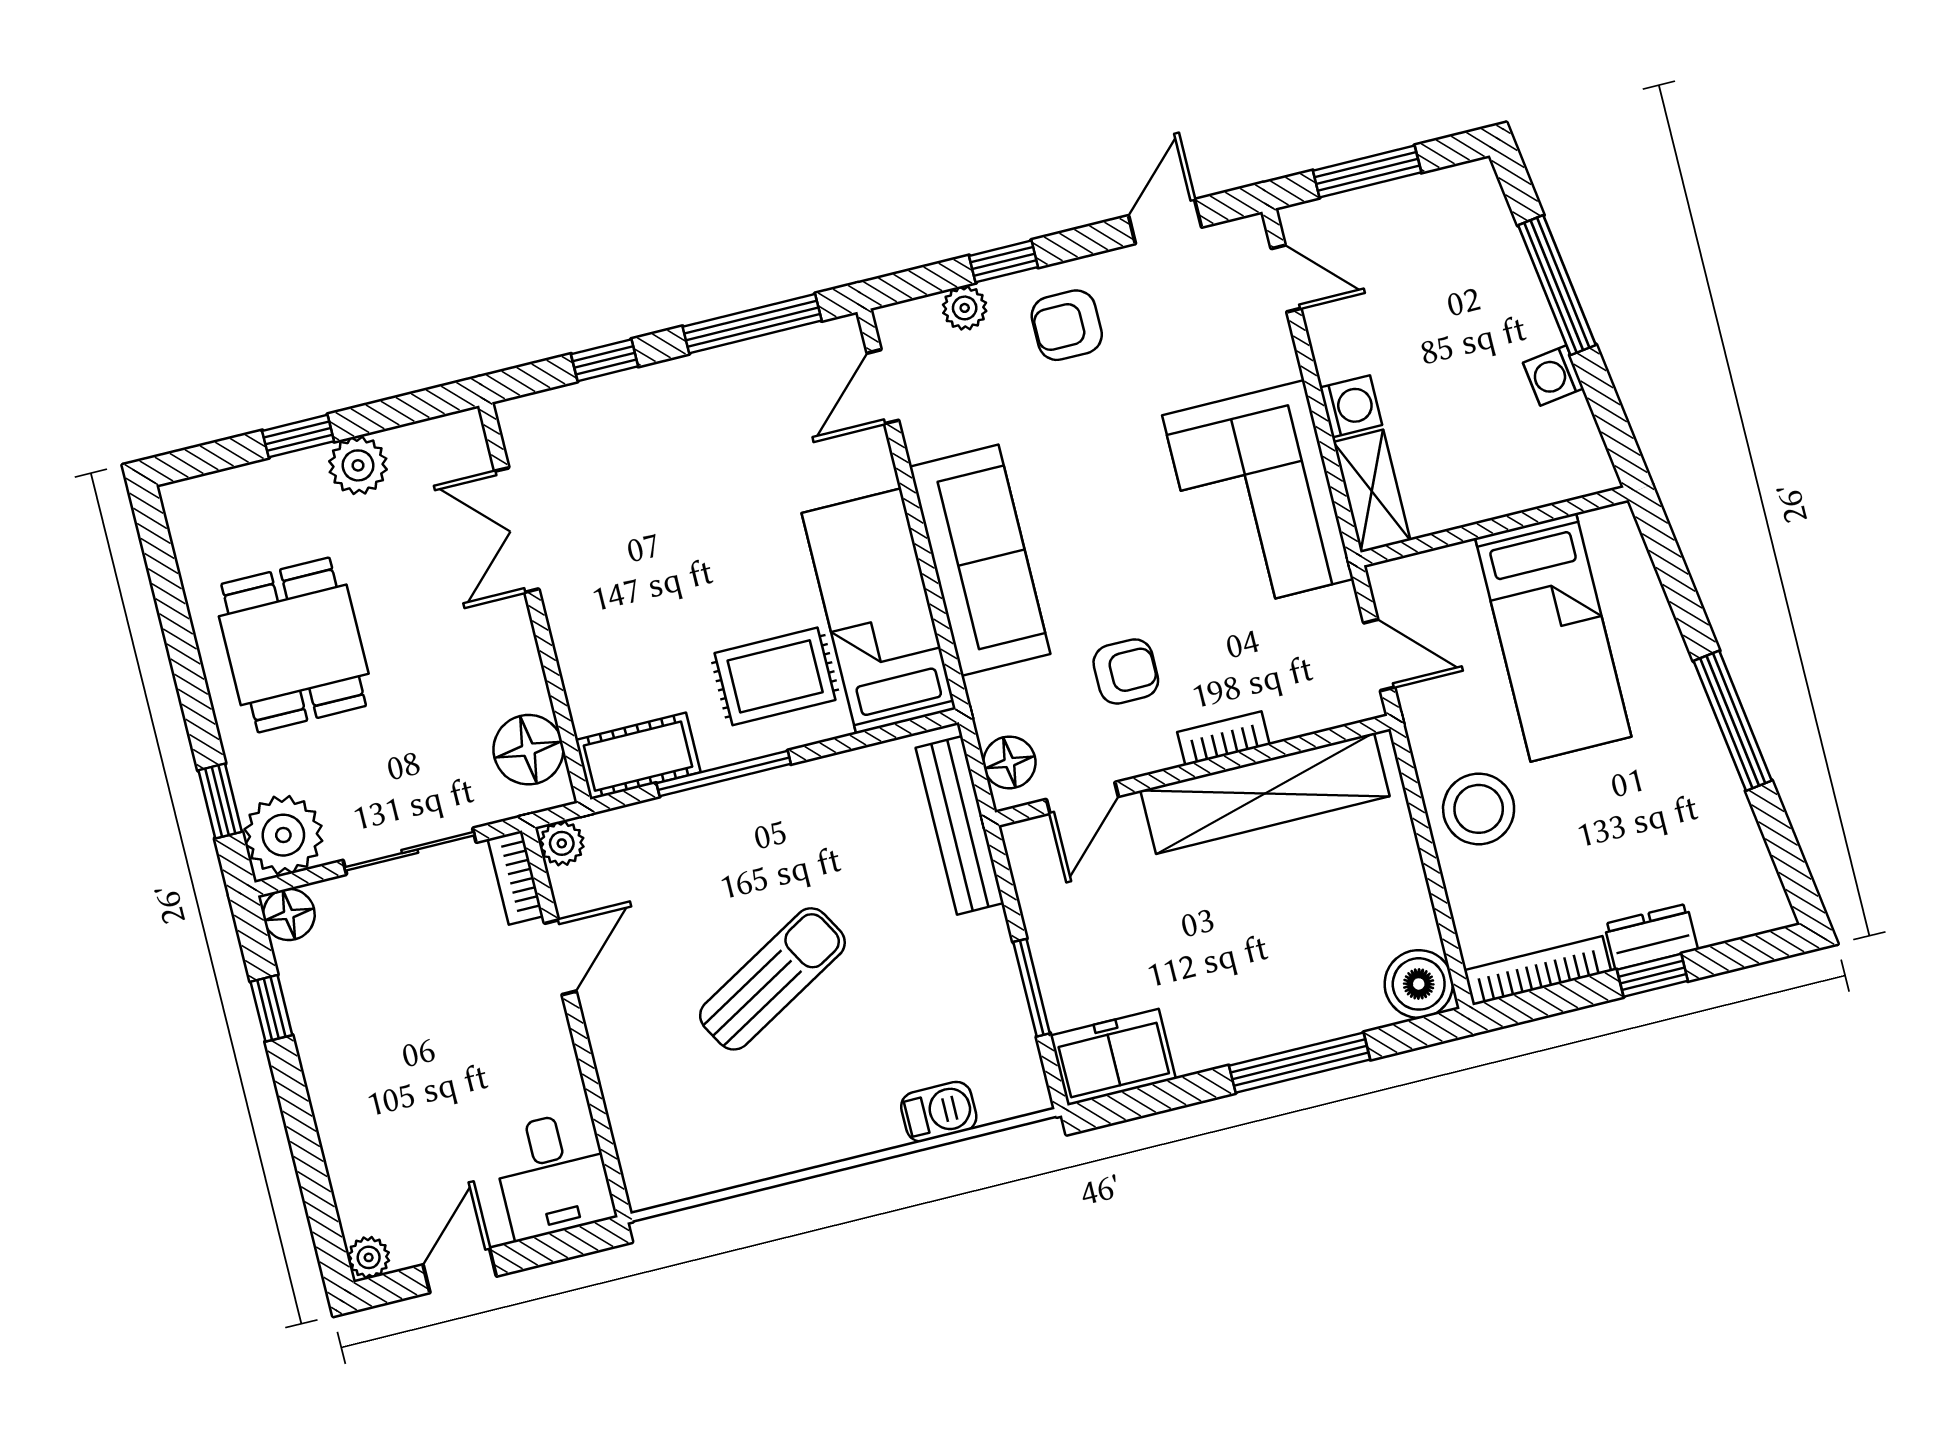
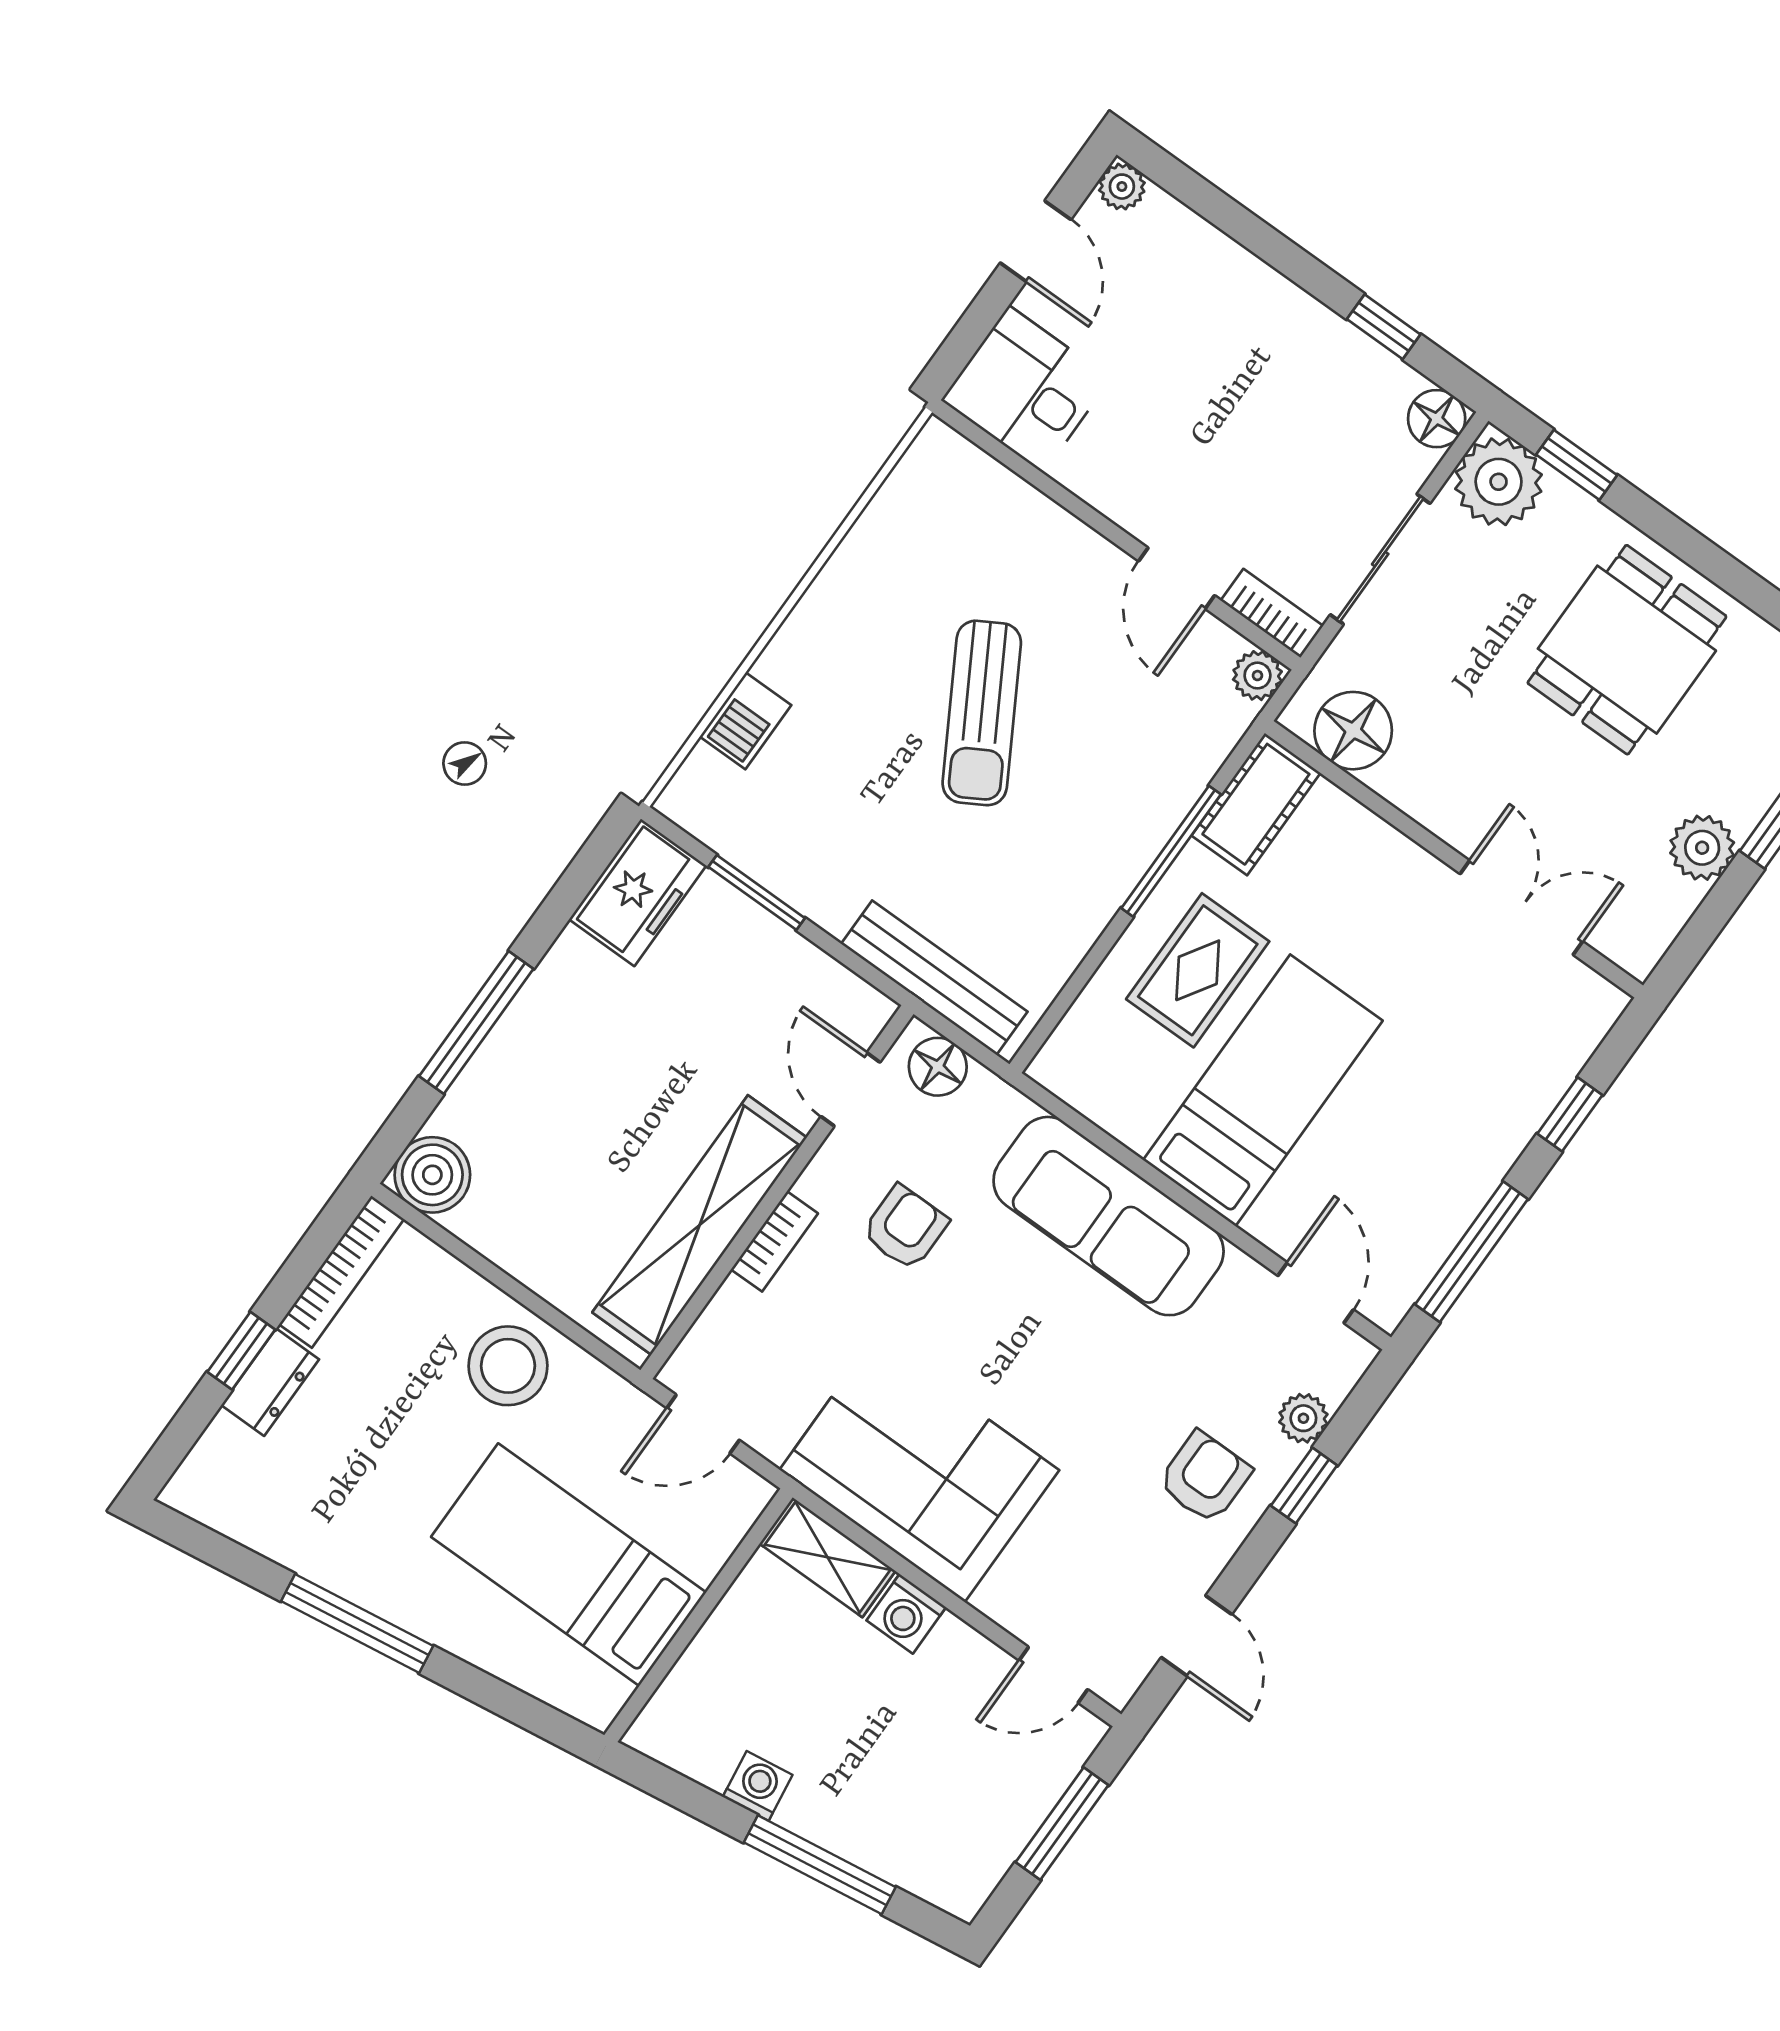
bed: (879, 611) -> (1263, 1090), moved, turned -90
dining table: (294, 645) -> (1627, 650), turned 90
armchair: (1126, 671) -> (905, 1228), turned 180

